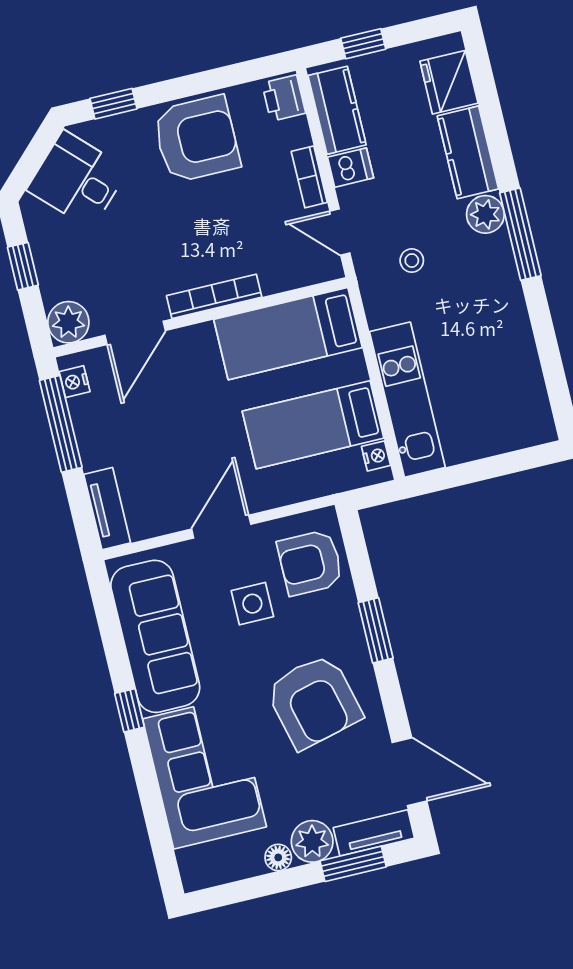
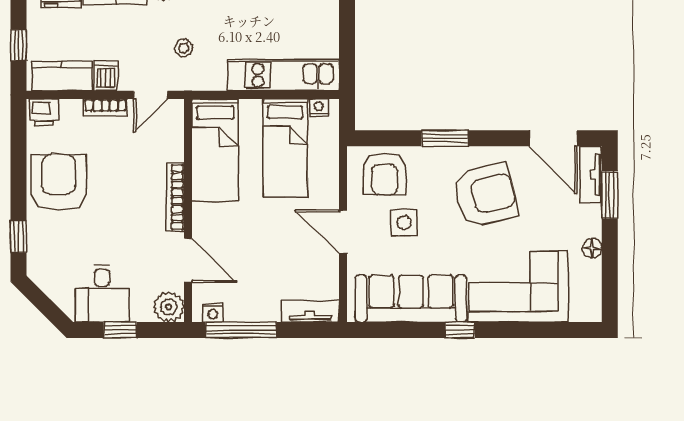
desk: (77, 180) -> (102, 293), moved, turned -45
door: (410, 772) -> (553, 138), swing flipped
plant: (312, 841) -> (586, 221), removed

